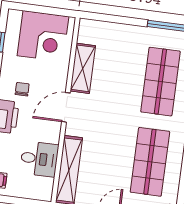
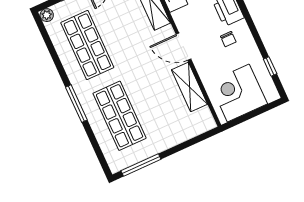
door: (66, 107) -> (183, 47), swing flipped

